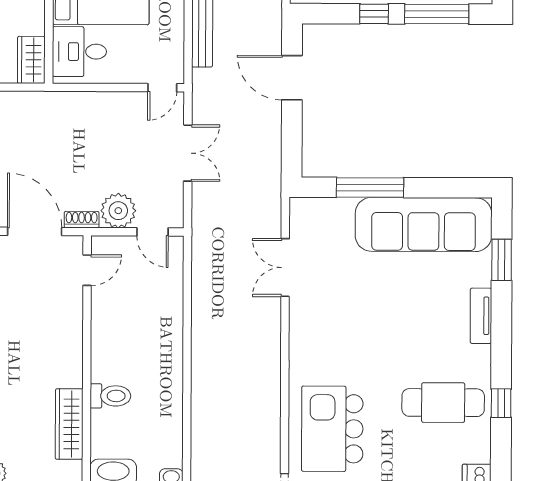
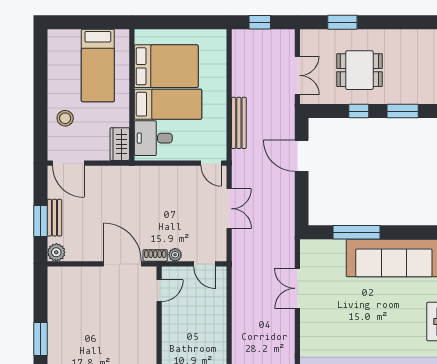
window: (437, 14) -> (403, 111), width x0.69
door: (162, 88) -> (211, 163), hinge flipped
plant: (118, 211) -> (175, 255), width x0.53, depth x0.53

